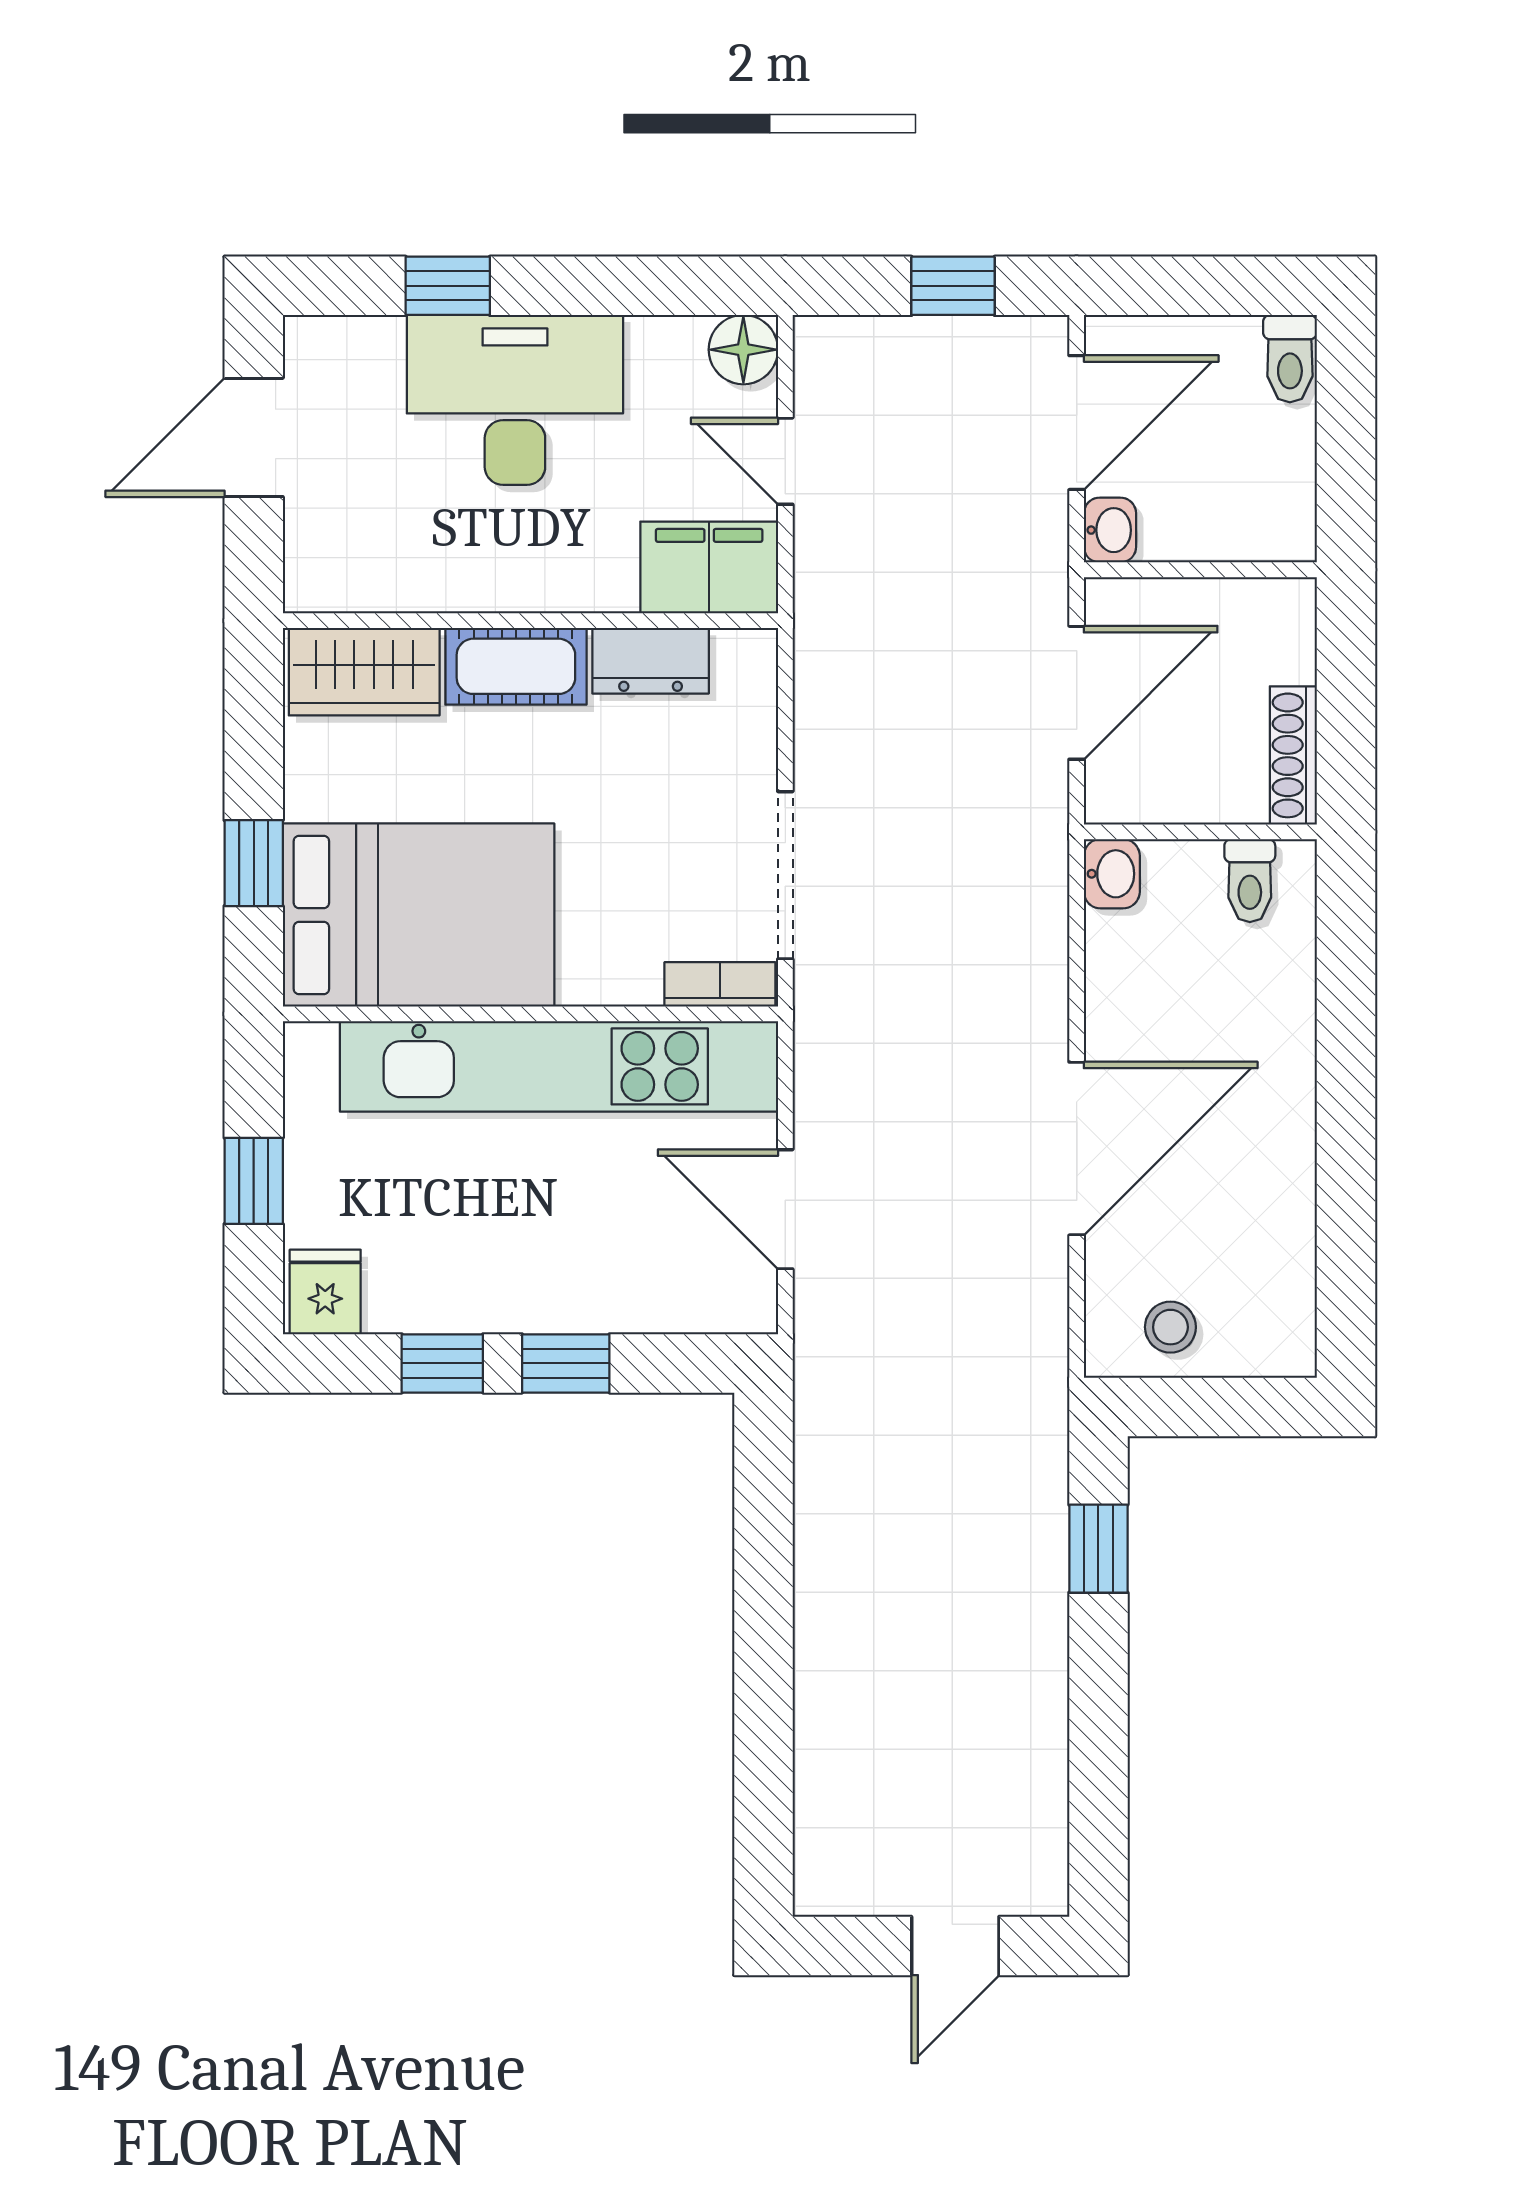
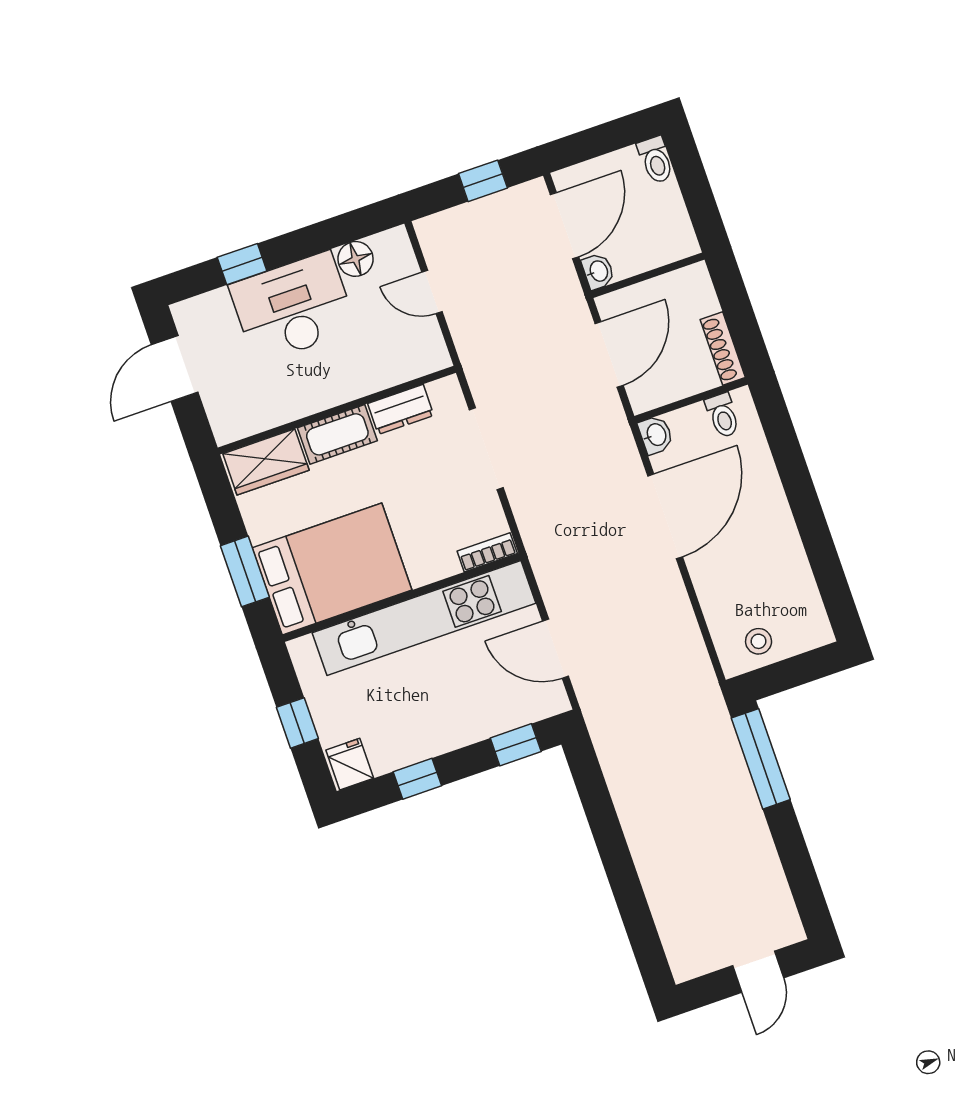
floor lamp: (743, 350) -> (355, 259), moved
filing cabinet: (709, 568) -> (413, 355), removed
window: (254, 863) -> (245, 571), width x1.50
doorway: (785, 875) -> (486, 449), moved
door: (1077, 1149) -> (665, 516), moved
window: (566, 1363) -> (516, 745), moved
window: (1098, 1549) -> (761, 759), width x2.17

